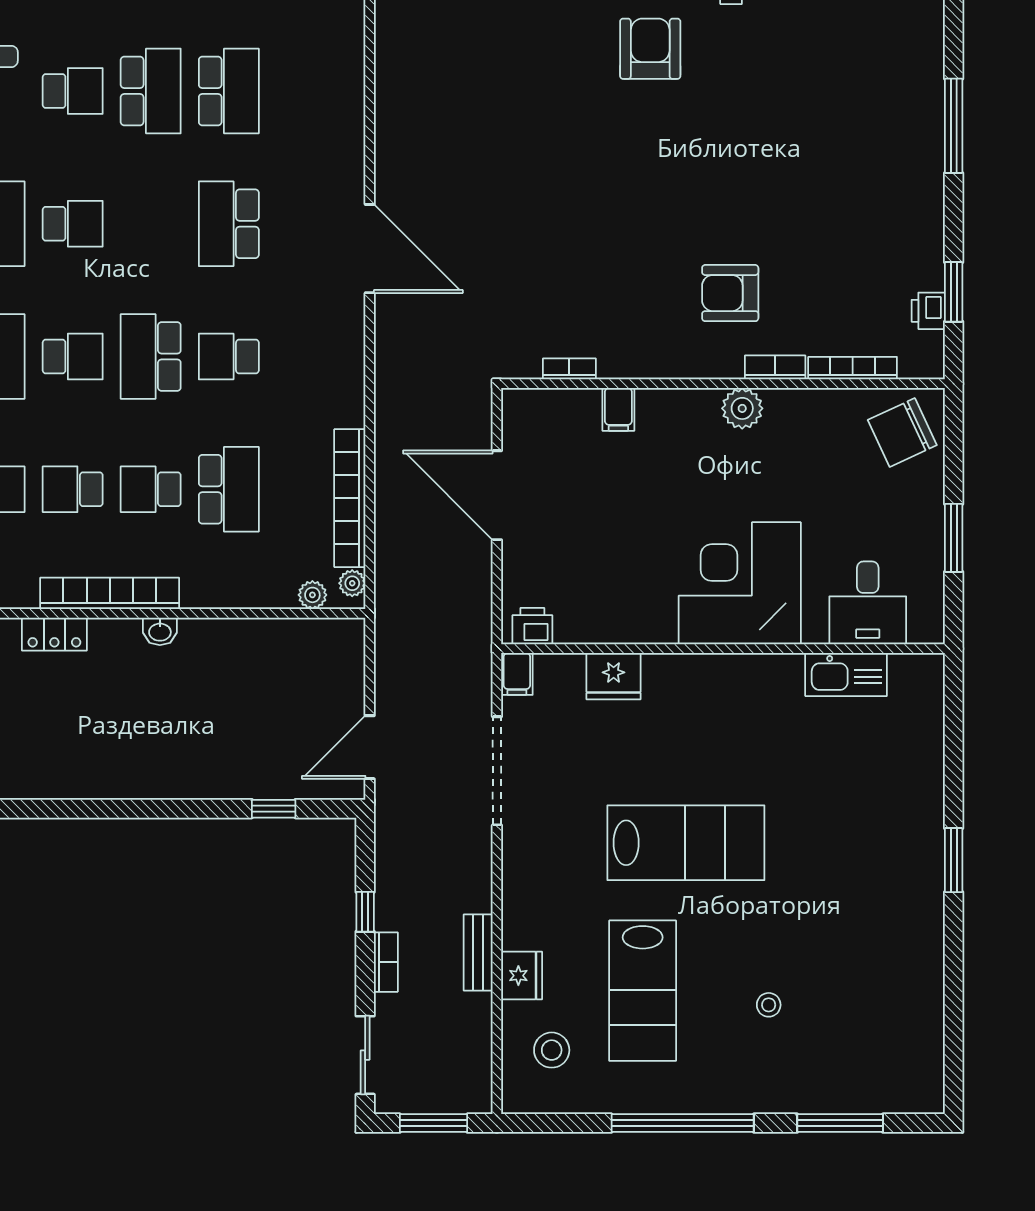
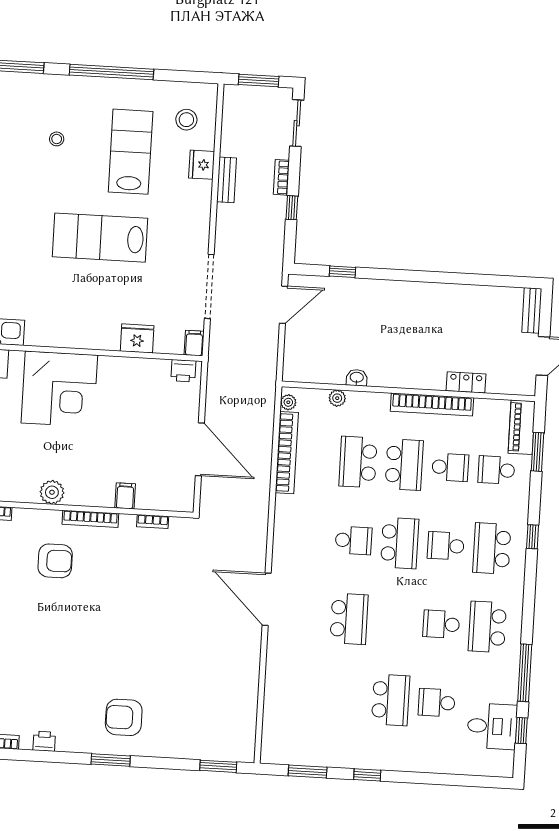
armchair: (650, 49) -> (124, 717), moved, turned 90
school desk: (151, 91) -> (391, 700), turned 180
school desk: (229, 91) -> (344, 697), removed
bookcase: (775, 367) -> (90, 519), moved, width x1.56
school desk: (151, 489) -> (404, 465), width x1.85
plant: (312, 595) -> (337, 398), moved
washbasin: (160, 631) -> (357, 378), moved

